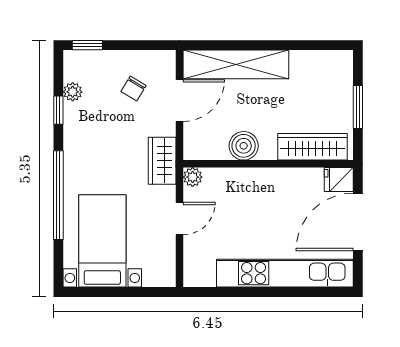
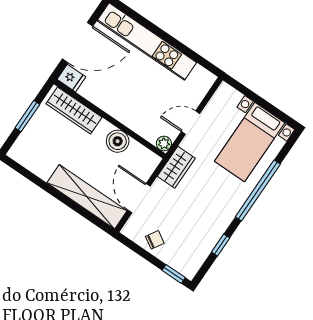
chair: (134, 89) -> (155, 240), moved
plant: (73, 92) -> (204, 251), removed
door: (179, 101) -> (139, 198), hinge flipped

